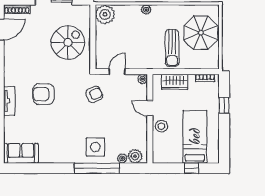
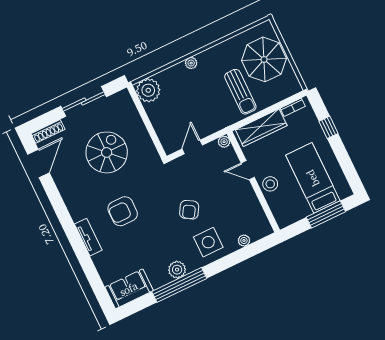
spiral stairs: (68, 42) -> (107, 152), moved
wardrobe: (175, 82) -> (261, 128), width x1.50
armchair: (94, 94) -> (189, 210), moved, turned 146
plant: (135, 156) -> (177, 270), moved
window: (97, 168) -> (179, 285), moved
window: (191, 168) -> (326, 214), width x2.17

